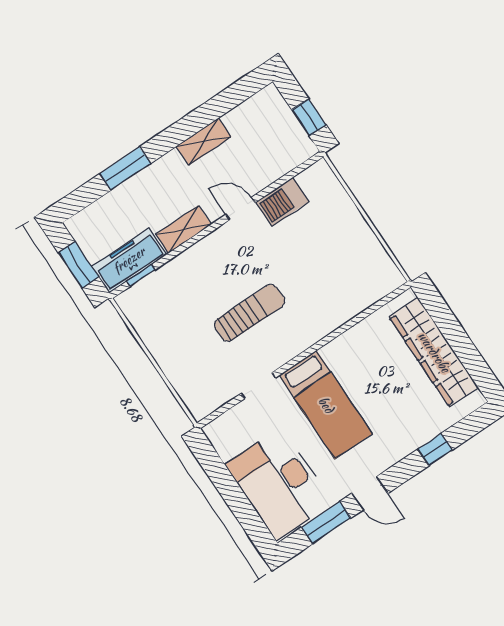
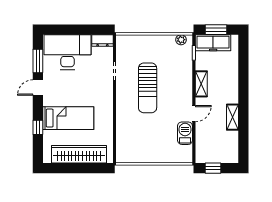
window: (125, 169) -> (243, 76), removed
freezer: (129, 260) -> (213, 43), moved, turned 90
plant: (134, 311) -> (181, 40), added
sun lounger: (249, 313) -> (148, 88), width x1.36, depth x1.34
bed: (326, 405) -> (68, 118), moved, turned 180
dresser: (221, 439) -> (102, 41), added

